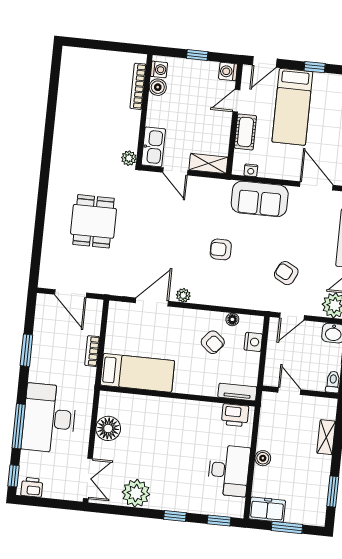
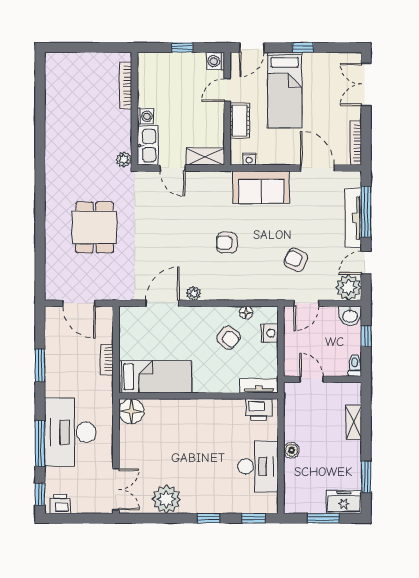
washing machine: (159, 69) -> (145, 116), moved
boiler: (158, 87) -> (146, 84), removed
floor lamp: (108, 428) -> (131, 411), moved
freezer: (267, 510) -> (344, 502), moved

